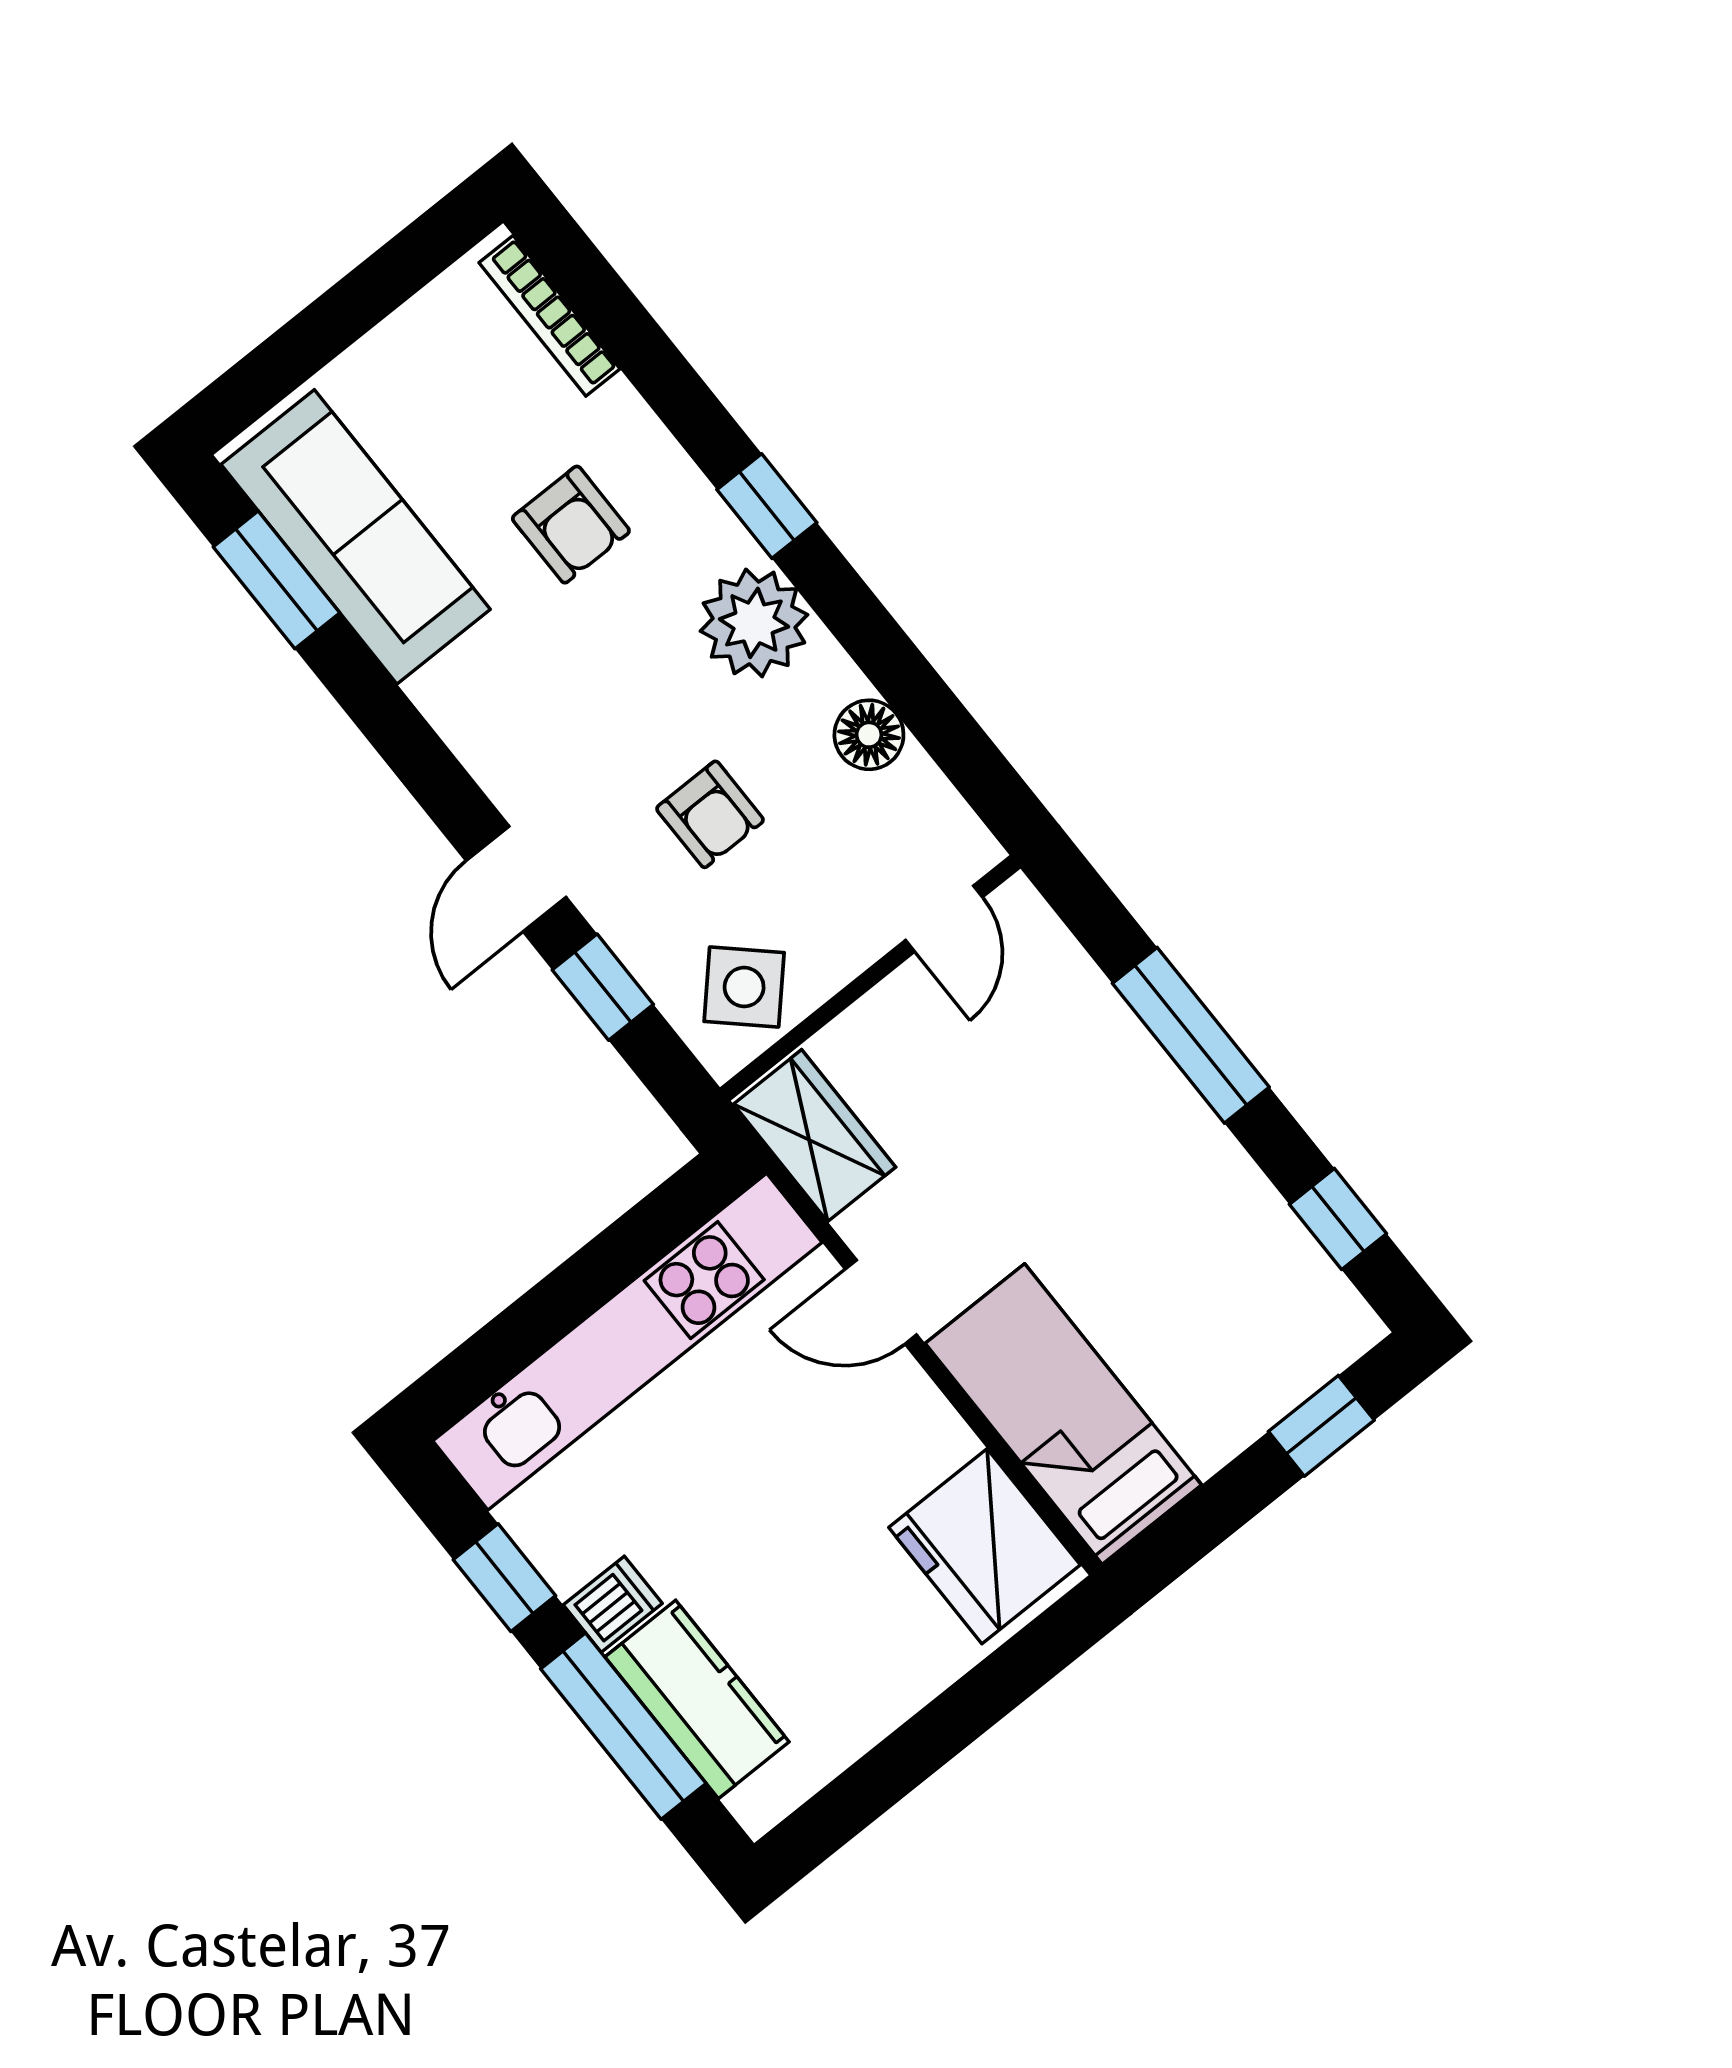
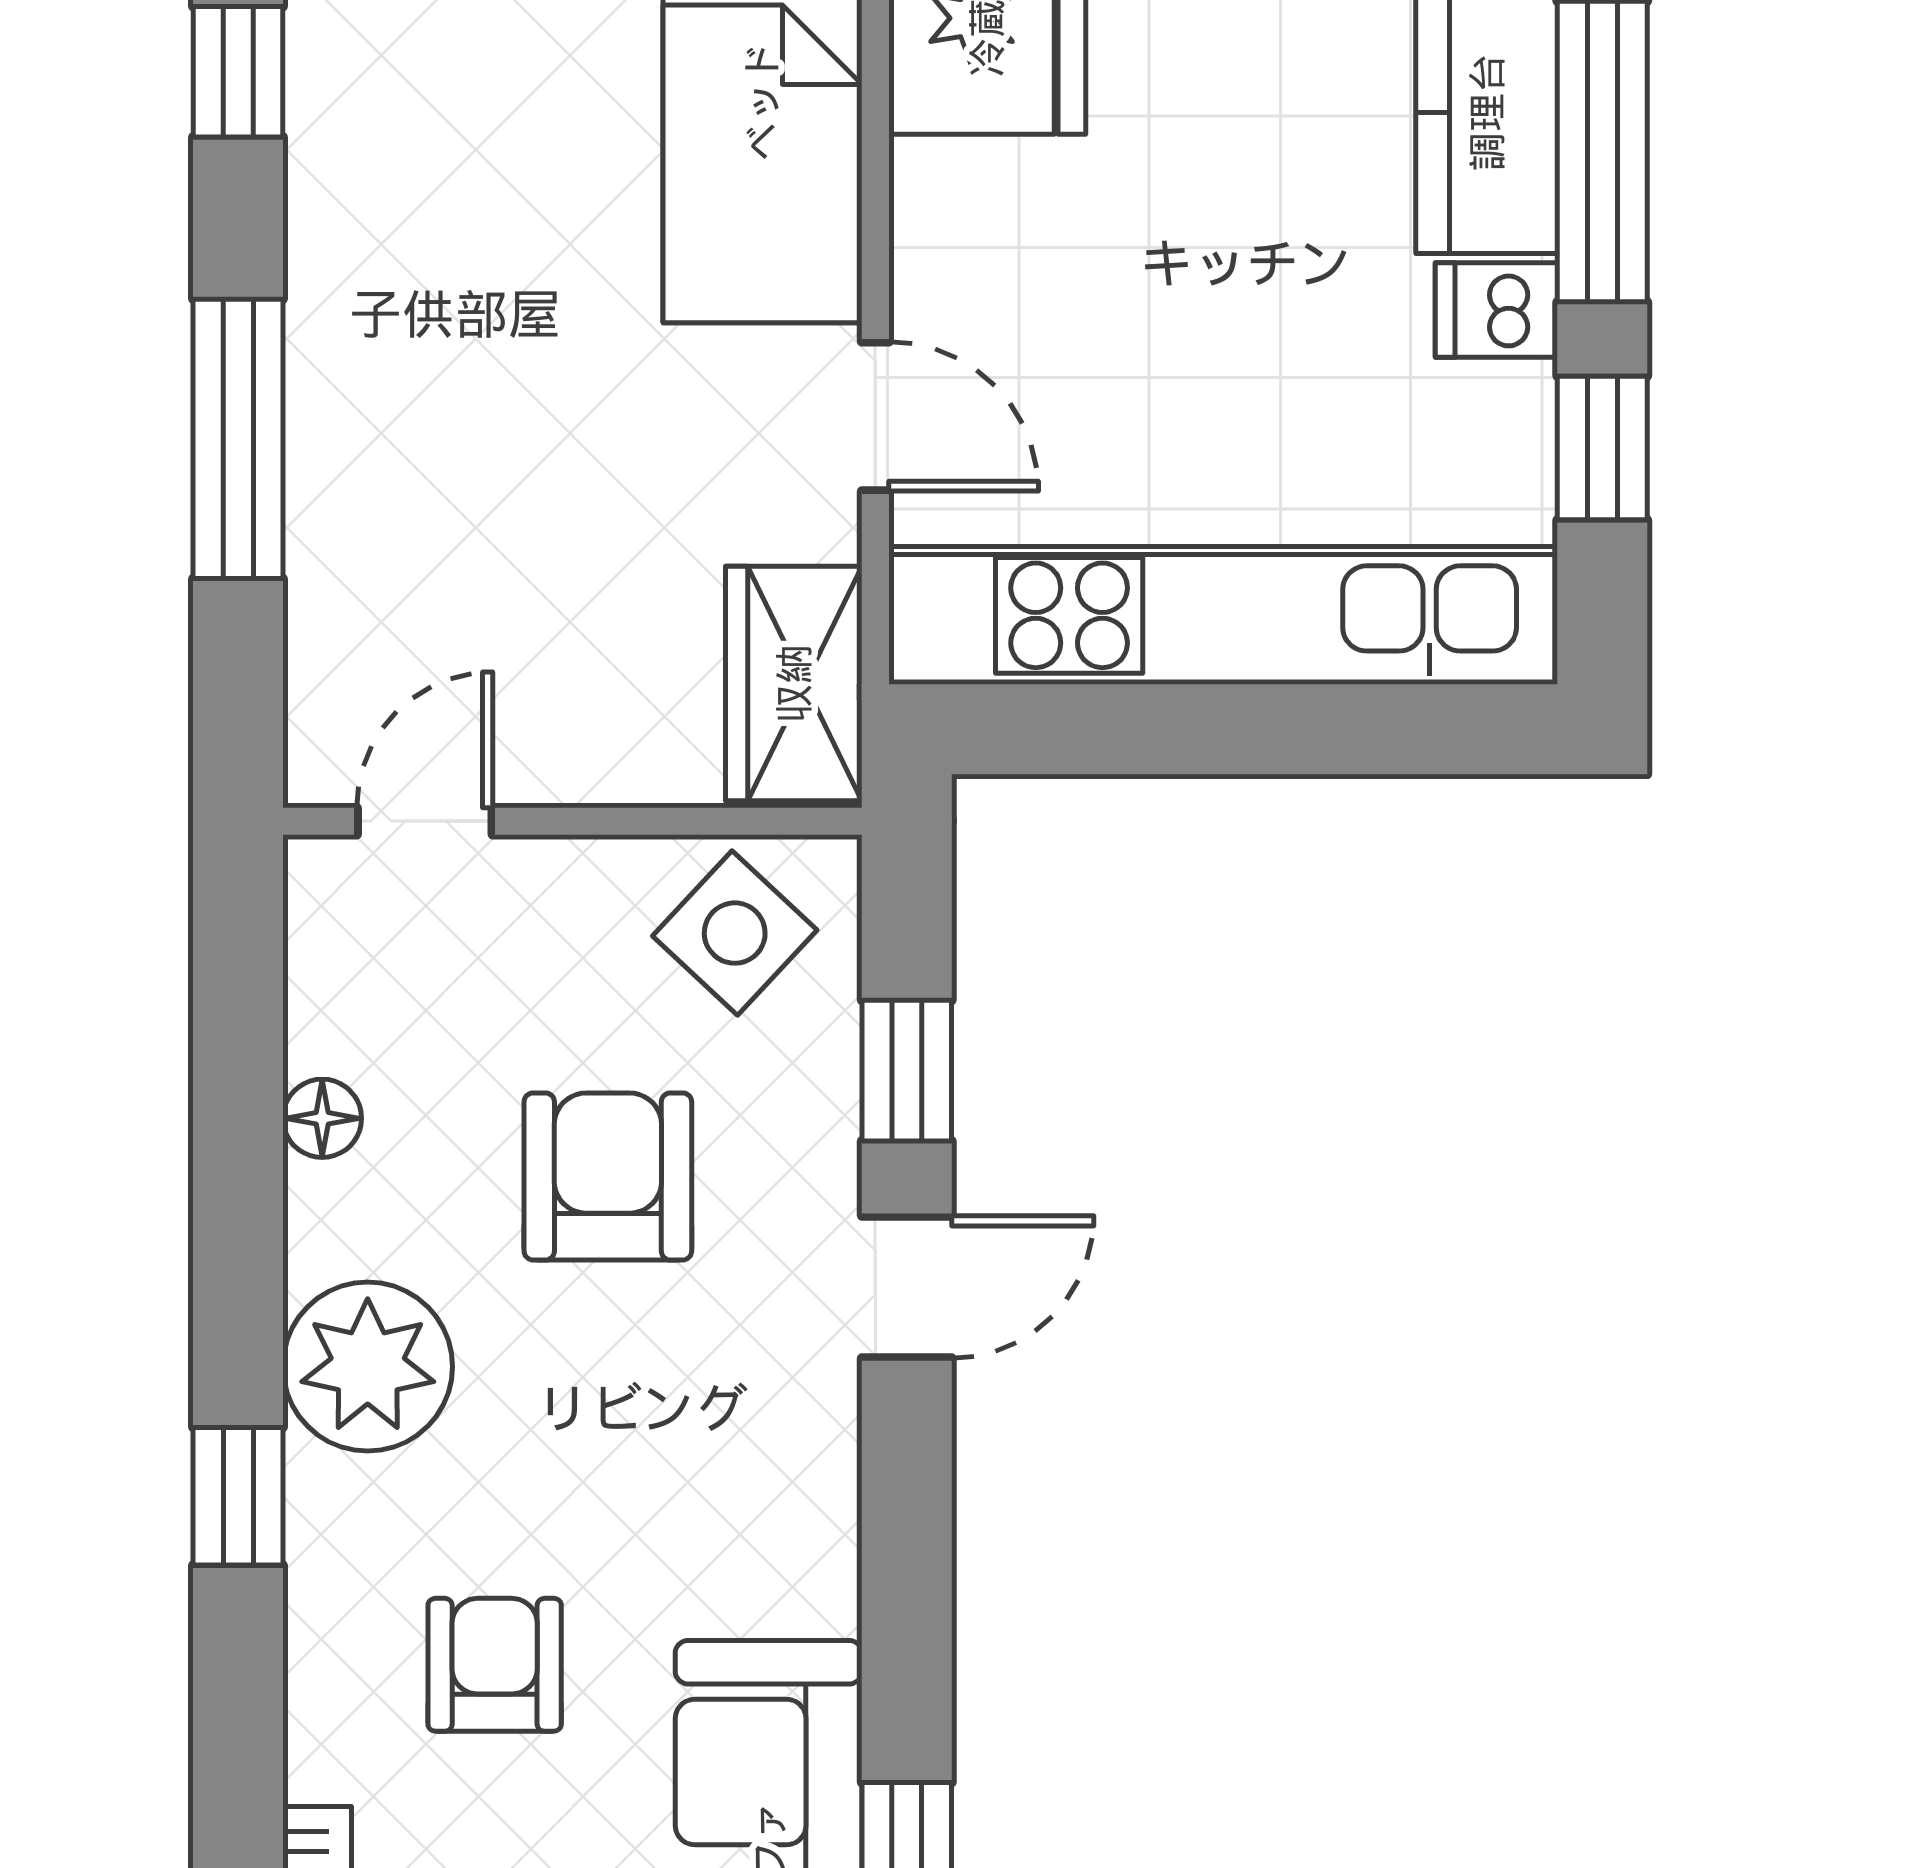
floor lamp: (869, 735) -> (322, 1118), width x0.73, depth x0.73
armchair: (710, 814) -> (608, 1176), width x1.38, depth x1.38

